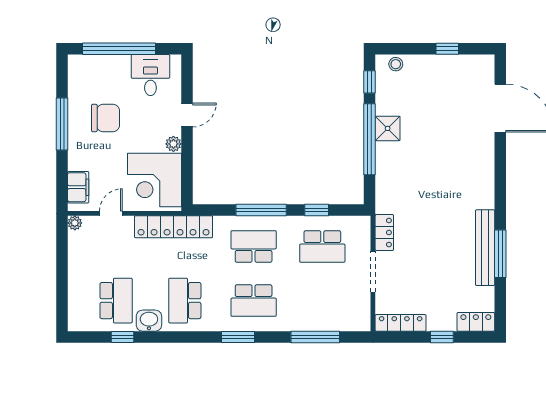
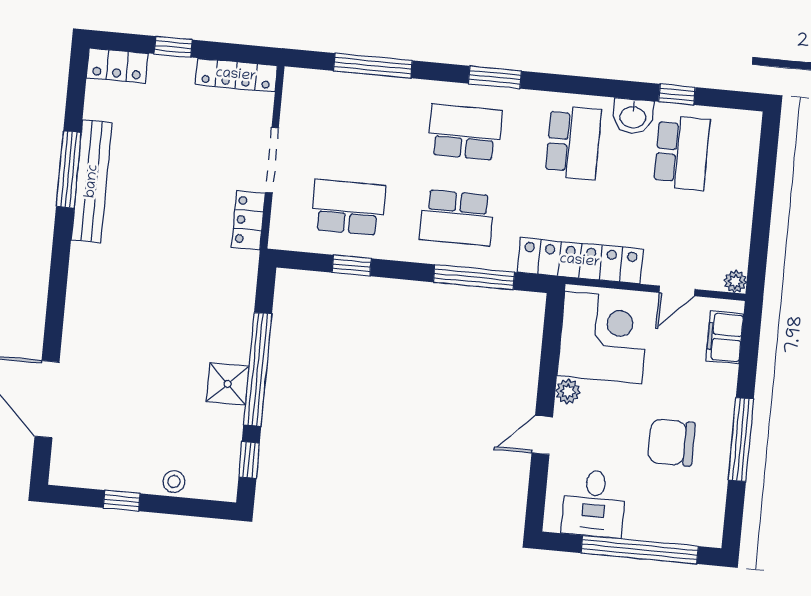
stool: (396, 64) -> (174, 482), moved
window: (261, 210) -> (474, 277), moved
school desk: (116, 301) -> (682, 153), turned 180

